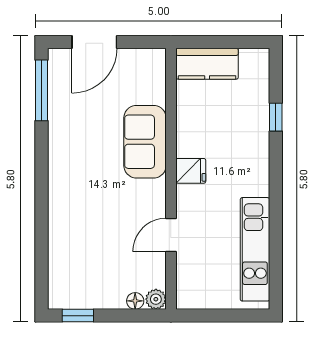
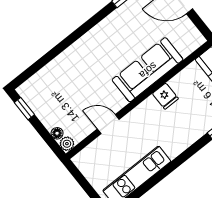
sofa: (145, 142) -> (148, 70), width x1.36
fridge: (191, 171) -> (165, 96), moved

